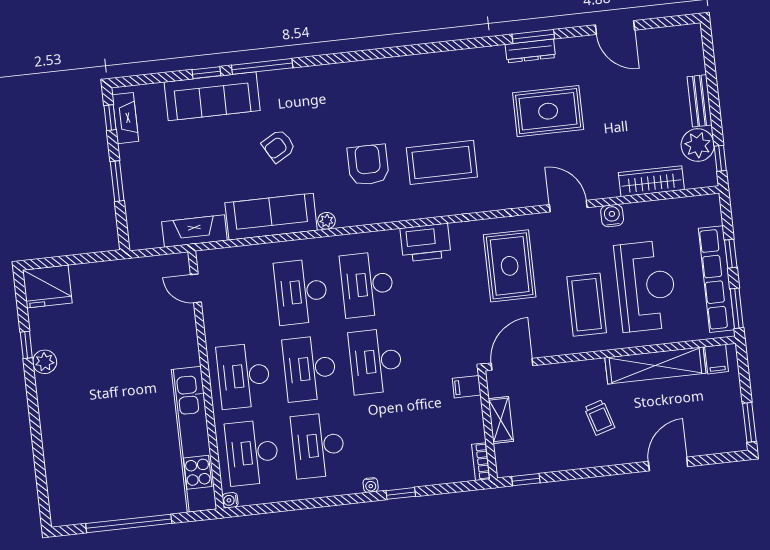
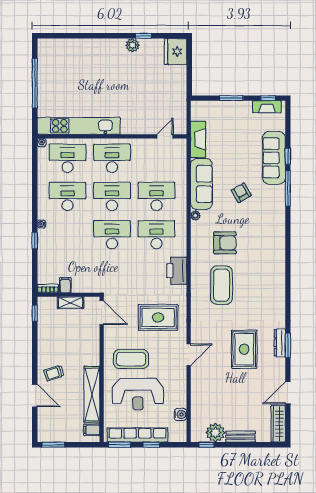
wardrobe: (651, 181) -> (278, 424), moved, turned 180
water cooler: (612, 216) -> (180, 415), moved
filing cabinet: (467, 387) -> (65, 285), moved
trolley: (600, 417) -> (54, 373), moved

